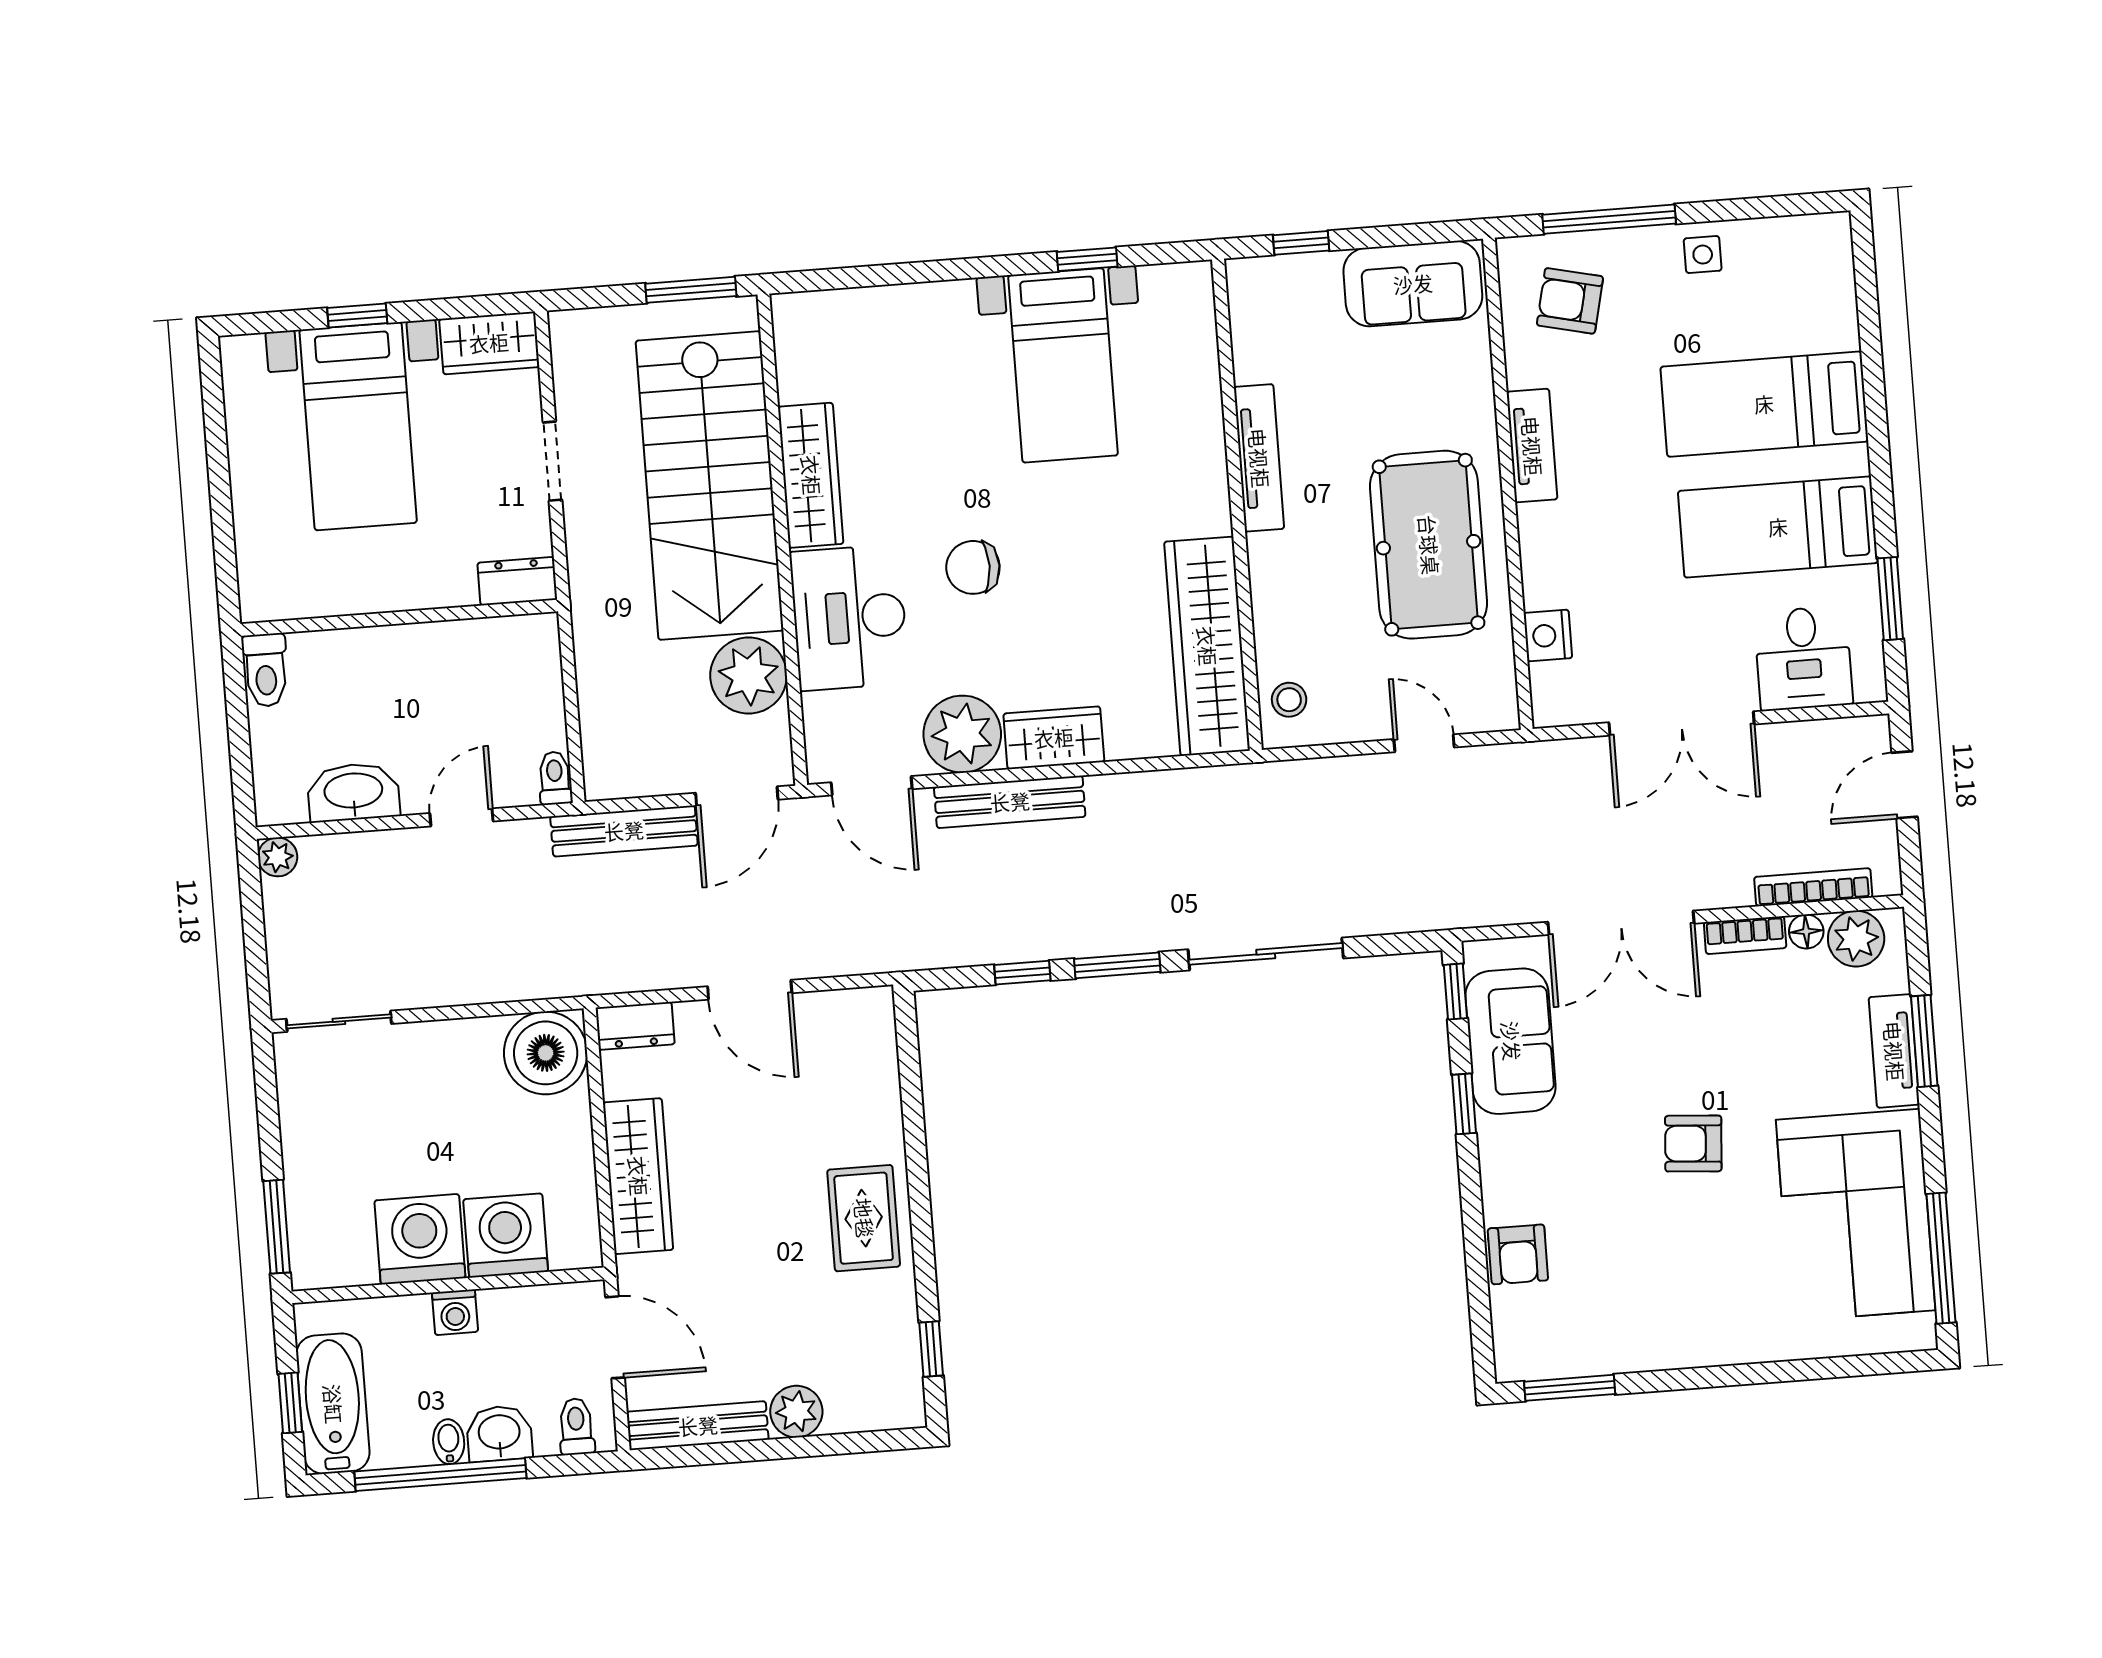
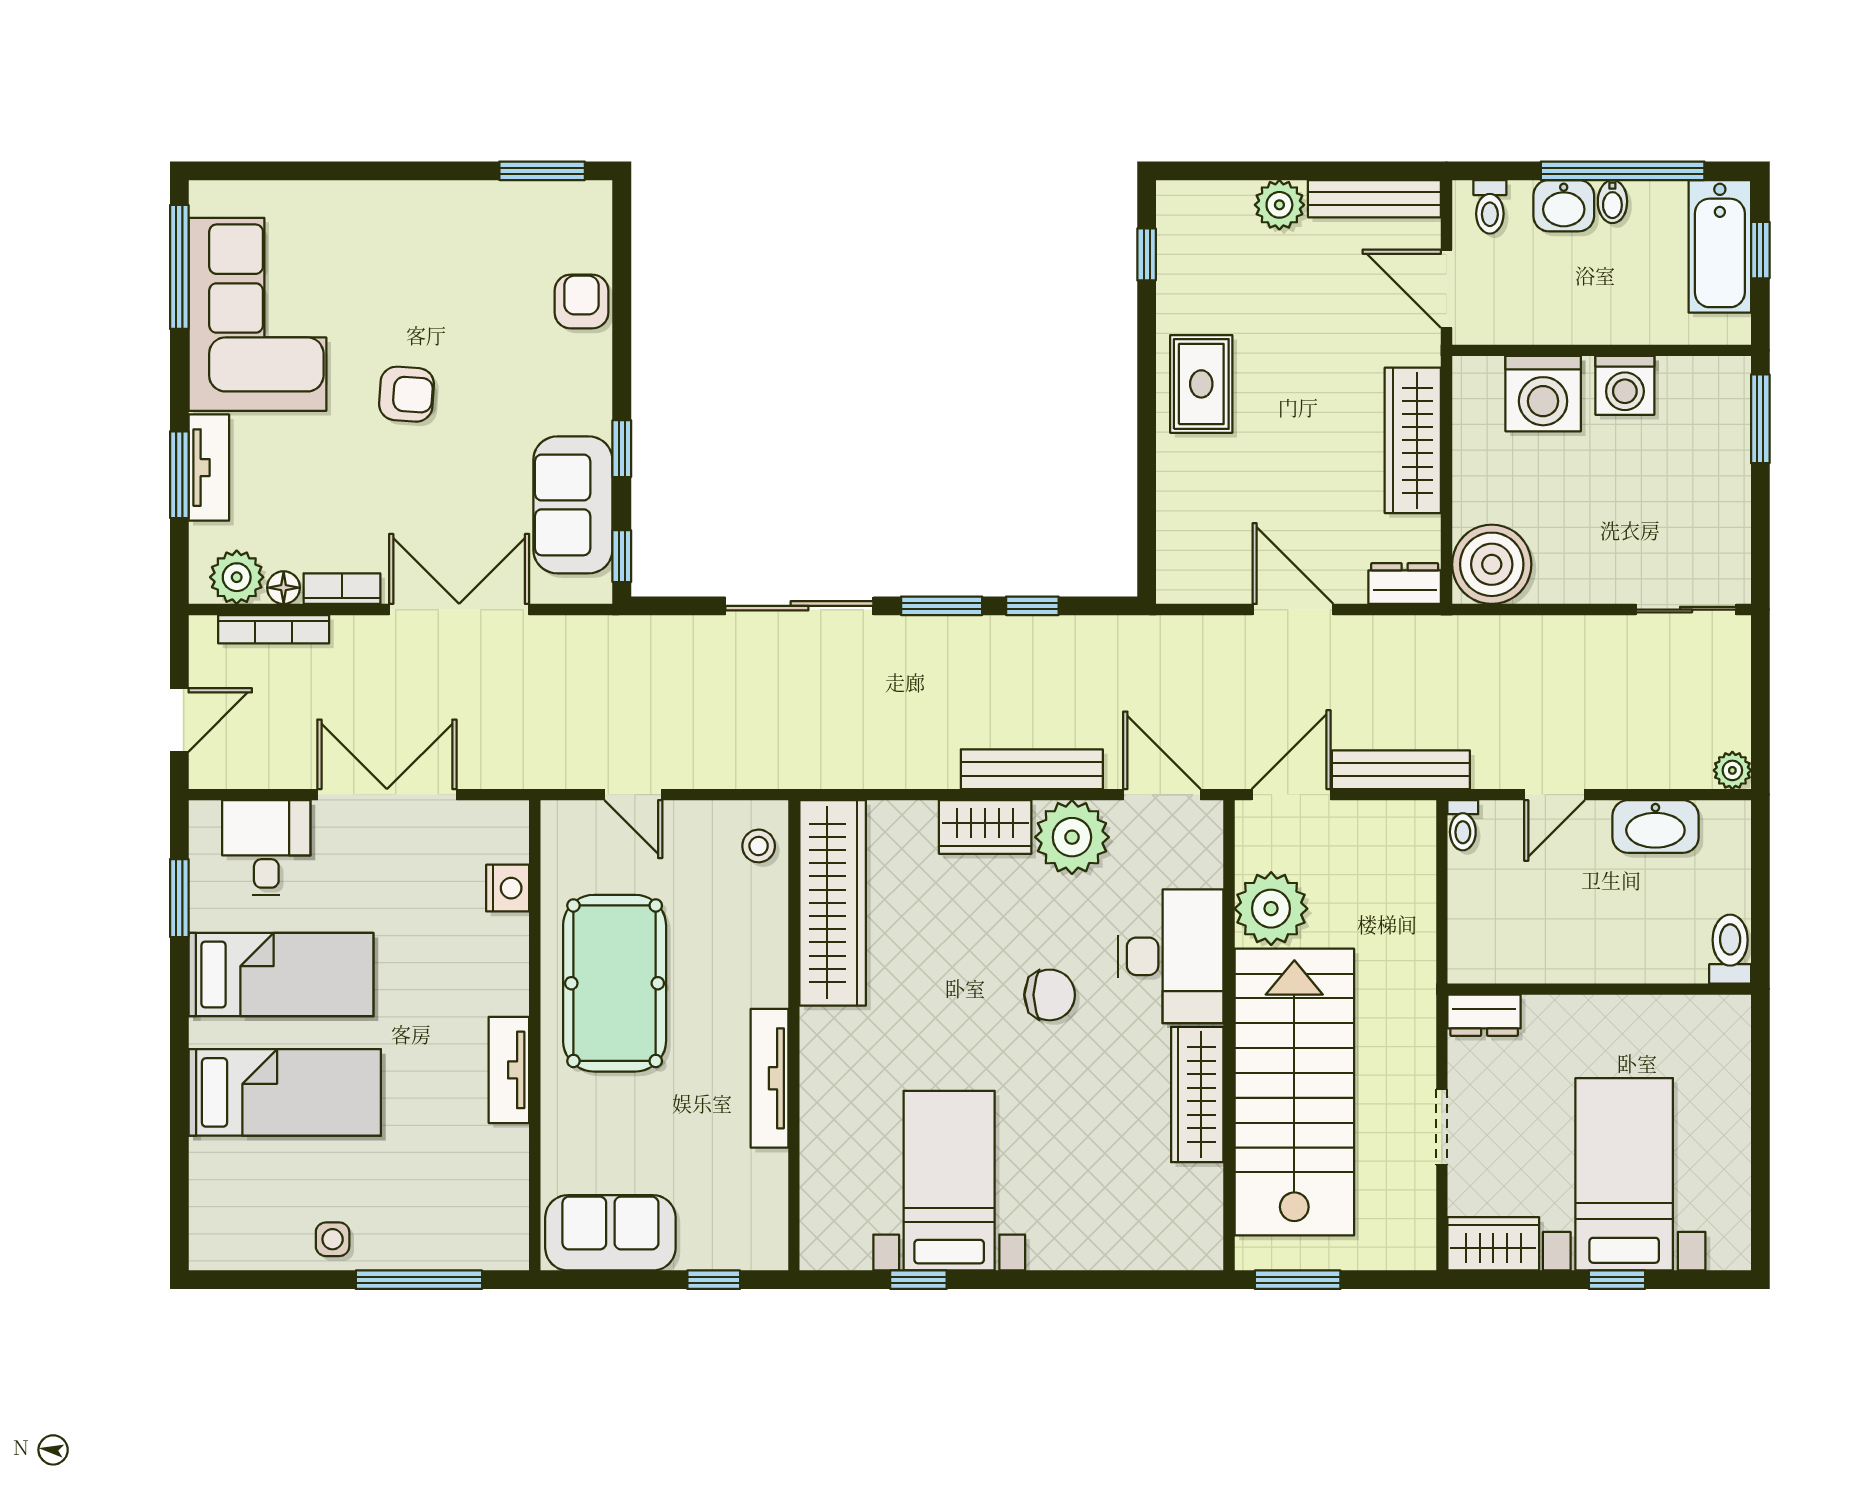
armchair: (1570, 301) -> (462, 1205), removed
washing machine: (420, 1239) -> (1625, 385), width x0.73, depth x0.73
washing machine: (455, 1312) -> (1597, 324), removed

